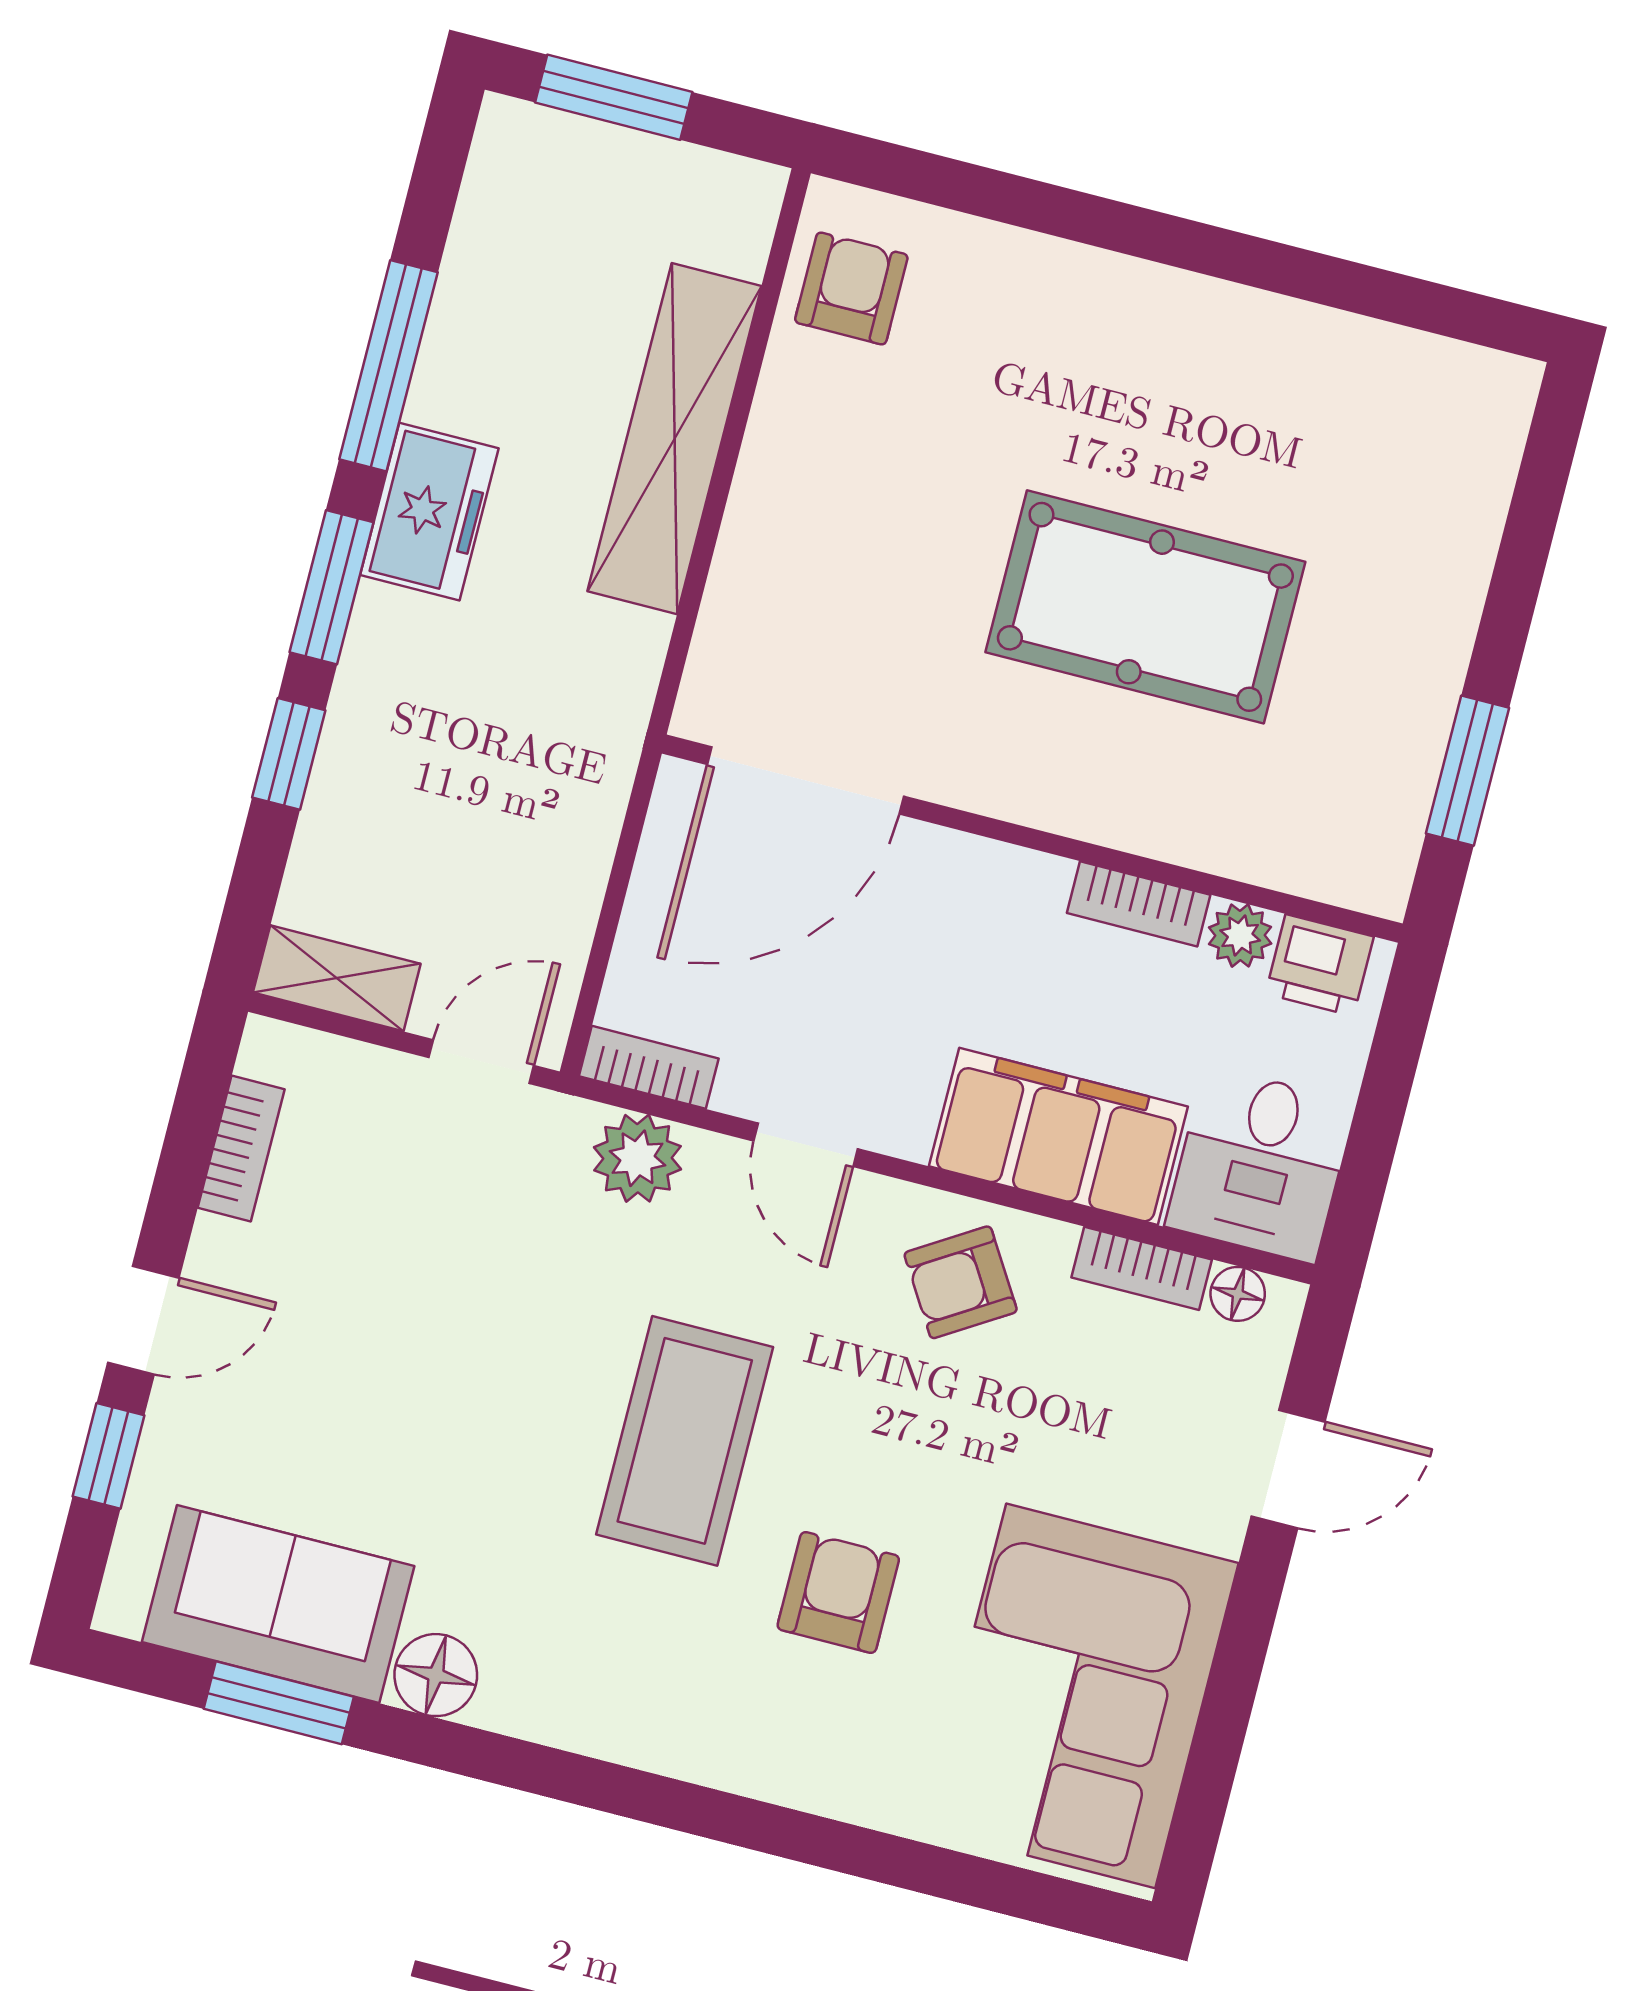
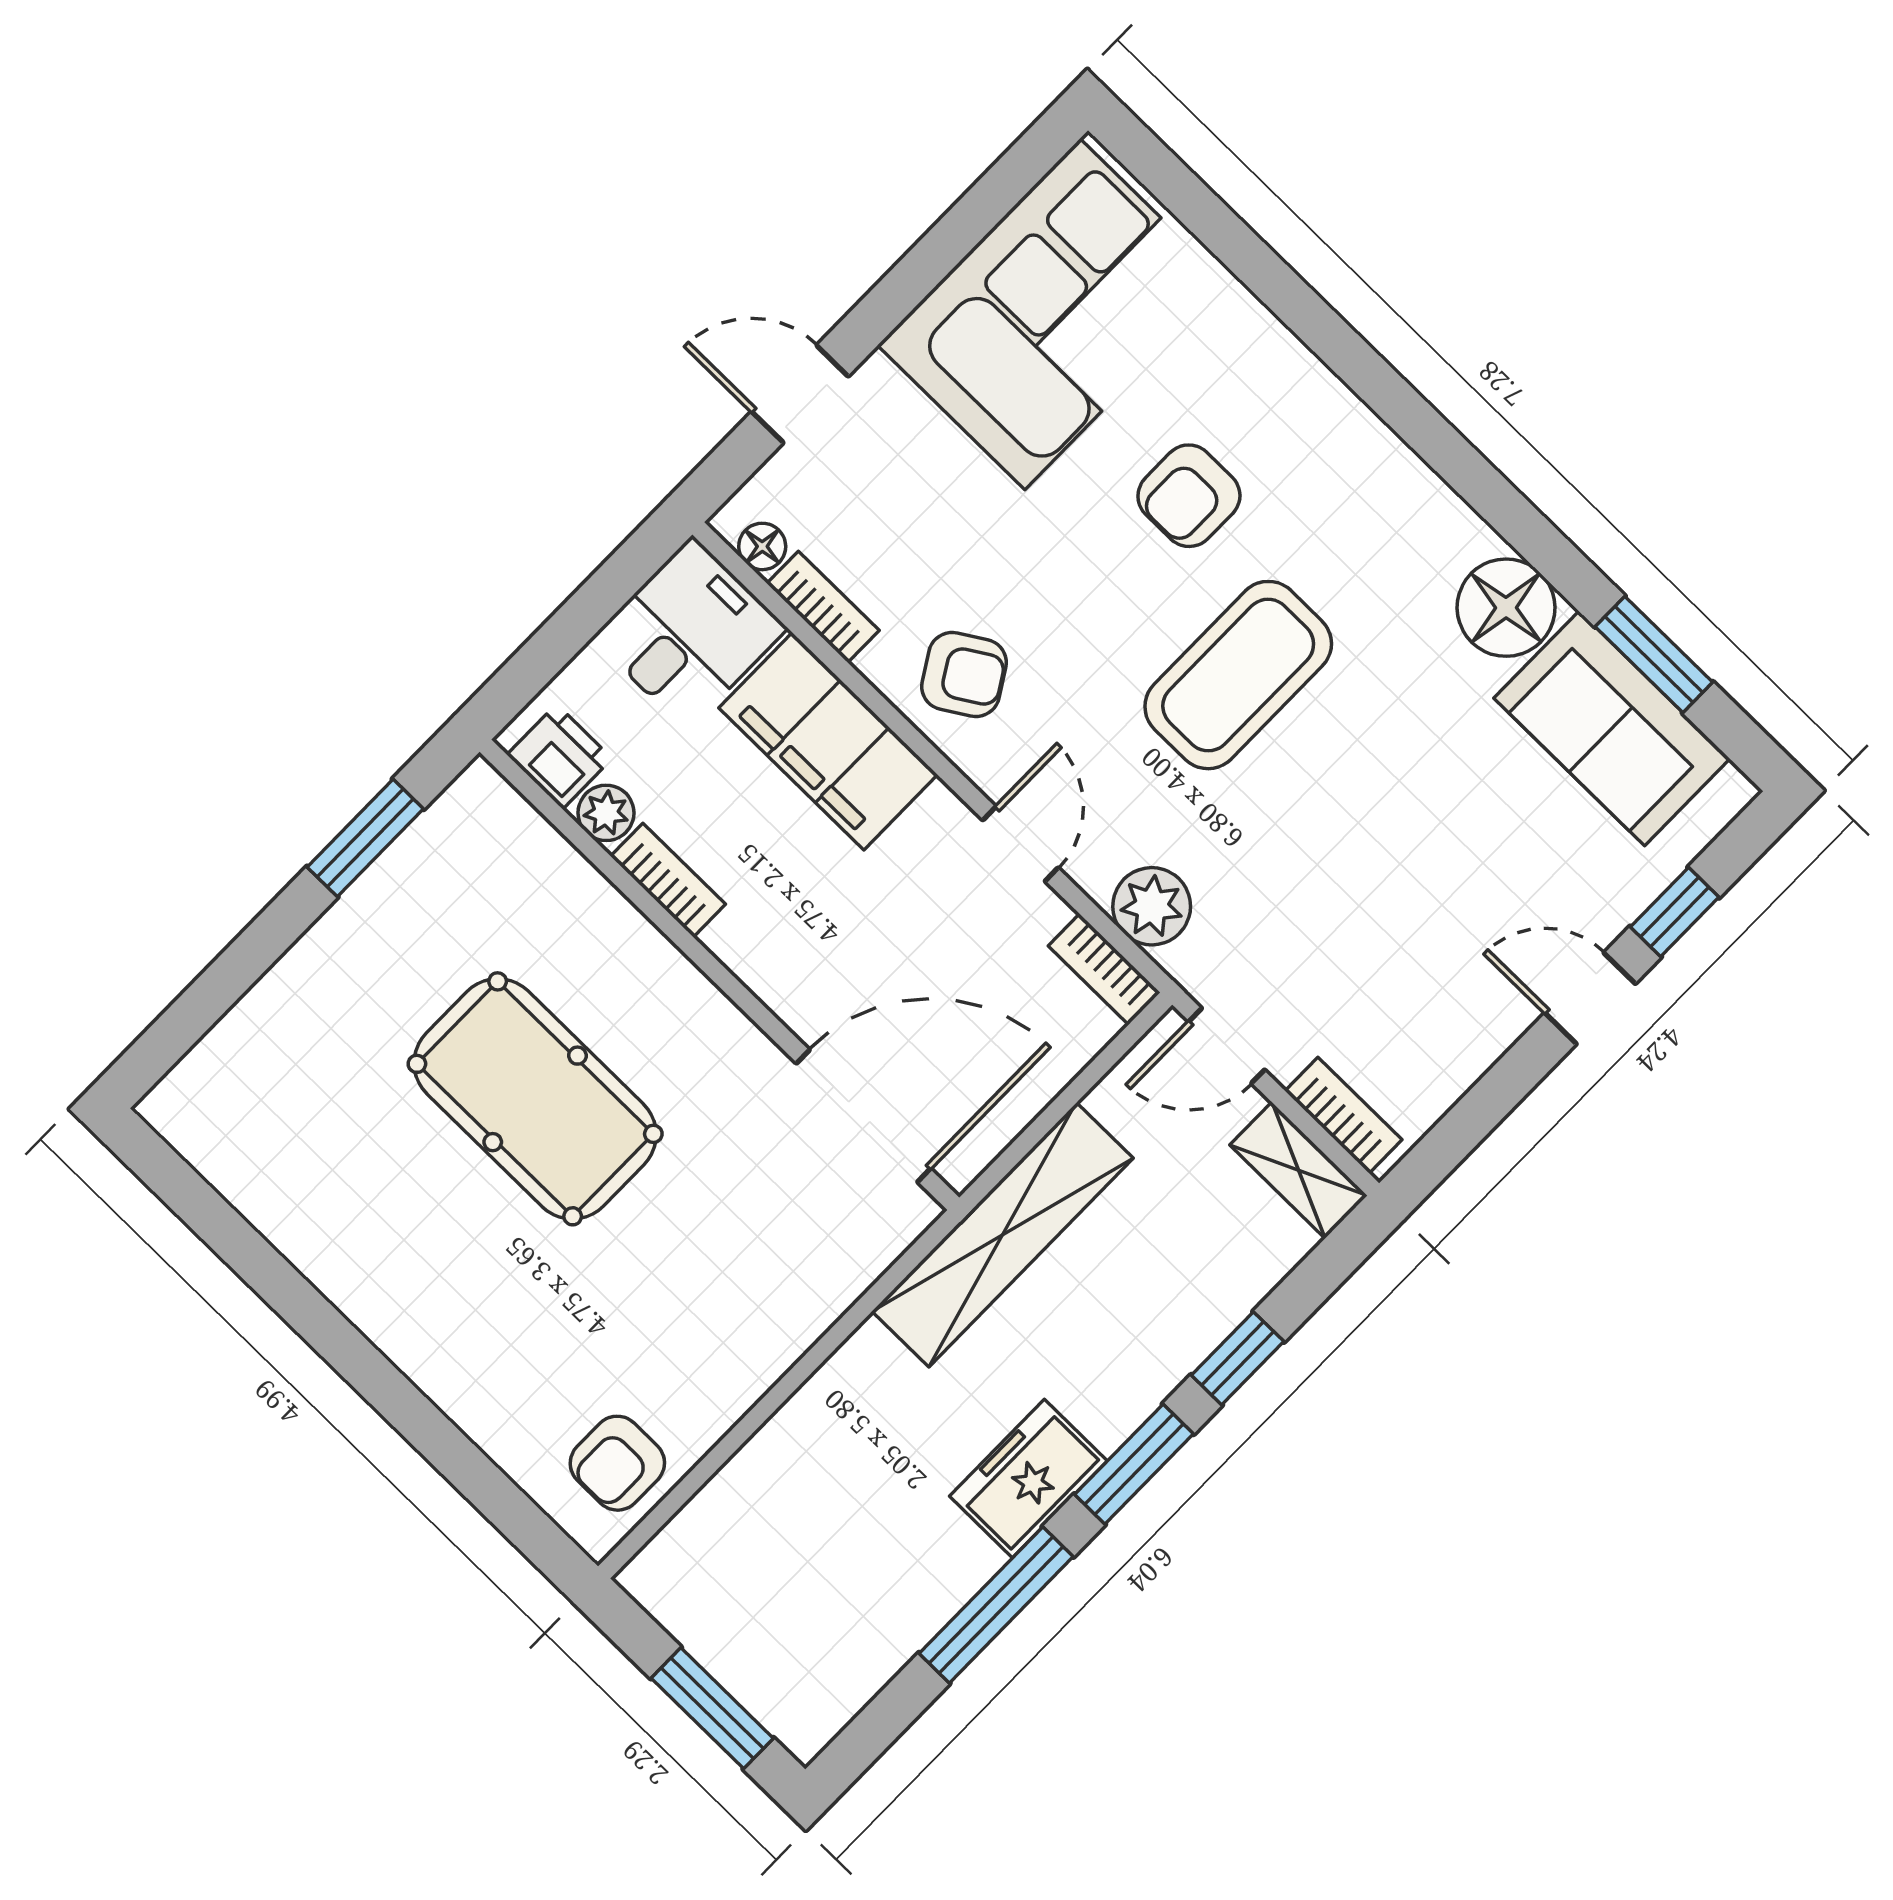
shelving: (675, 439) -> (1003, 1235), moved
bookcase: (241, 1148) -> (1343, 1115), moved, turned 90
floor lamp: (436, 1675) -> (1506, 608), width x1.38, depth x1.38

